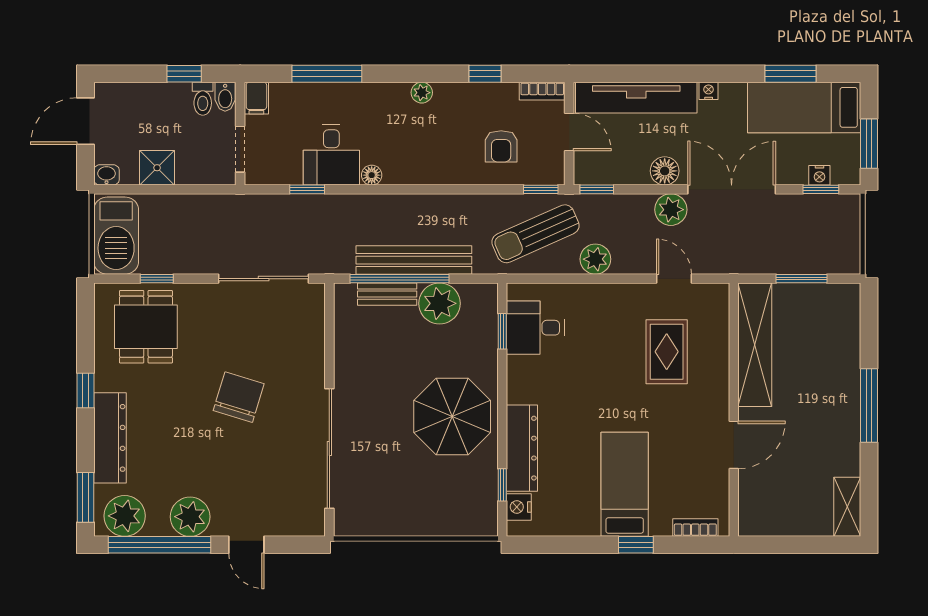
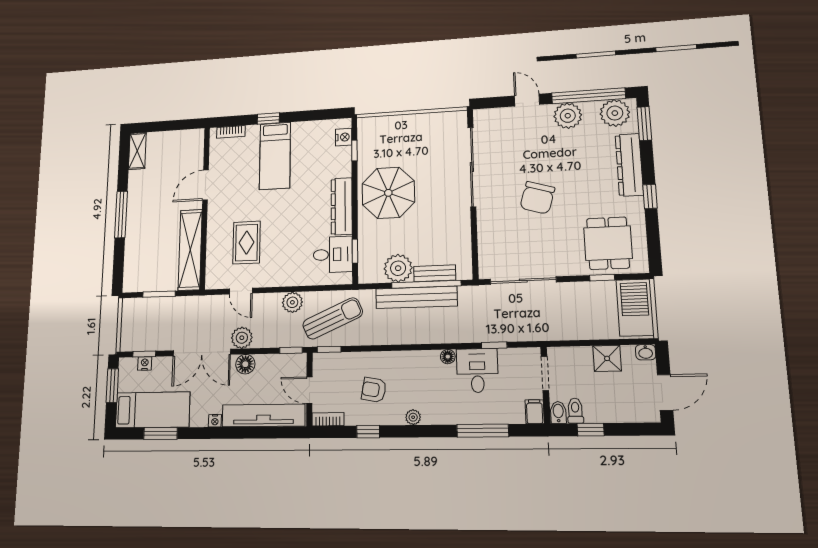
armchair: (501, 146) -> (374, 390), moved, turned -80
dresser: (522, 448) -> (342, 206), moved

